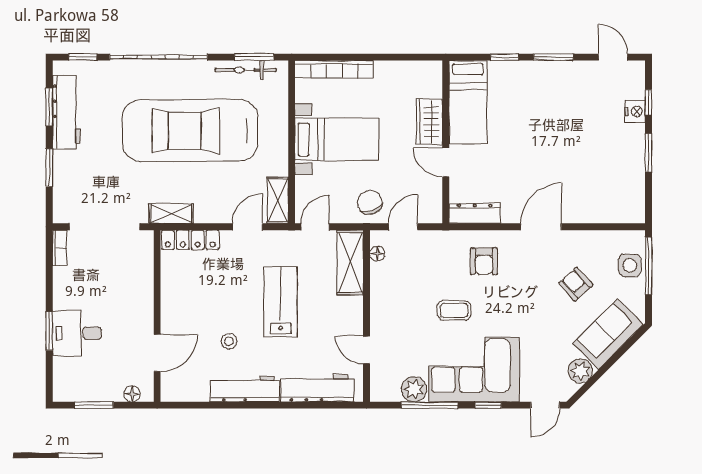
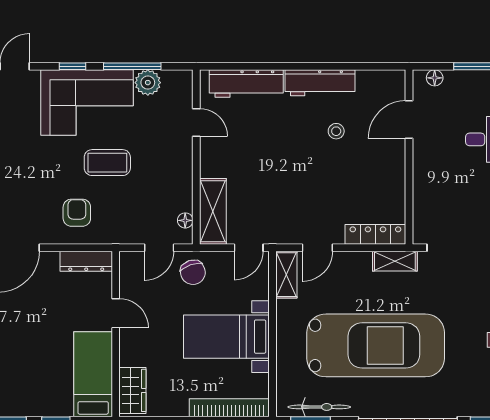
wardrobe: (429, 122) -> (132, 390), moved
lab bench: (281, 302) -> (284, 171), removed
coffee table: (454, 310) -> (107, 163), width x1.36, depth x1.30

